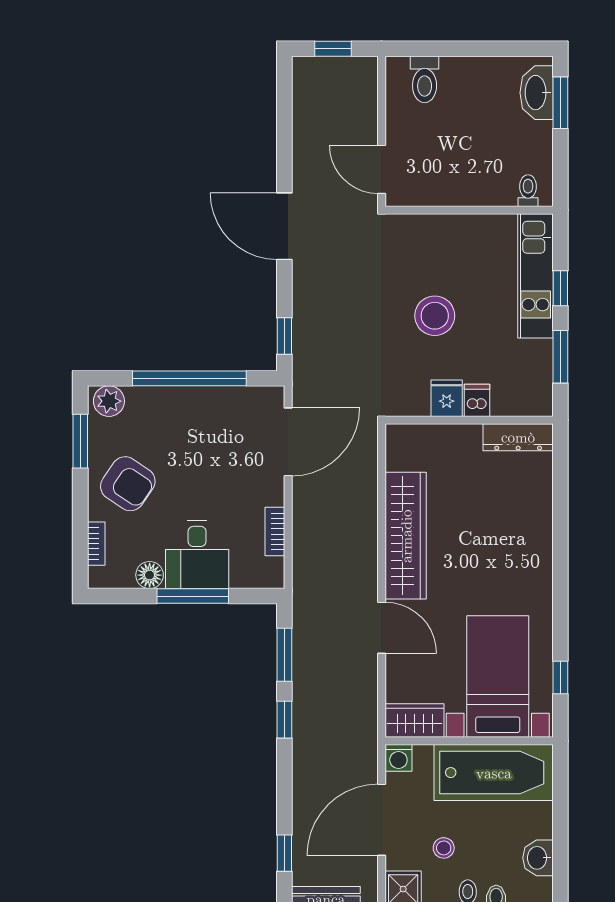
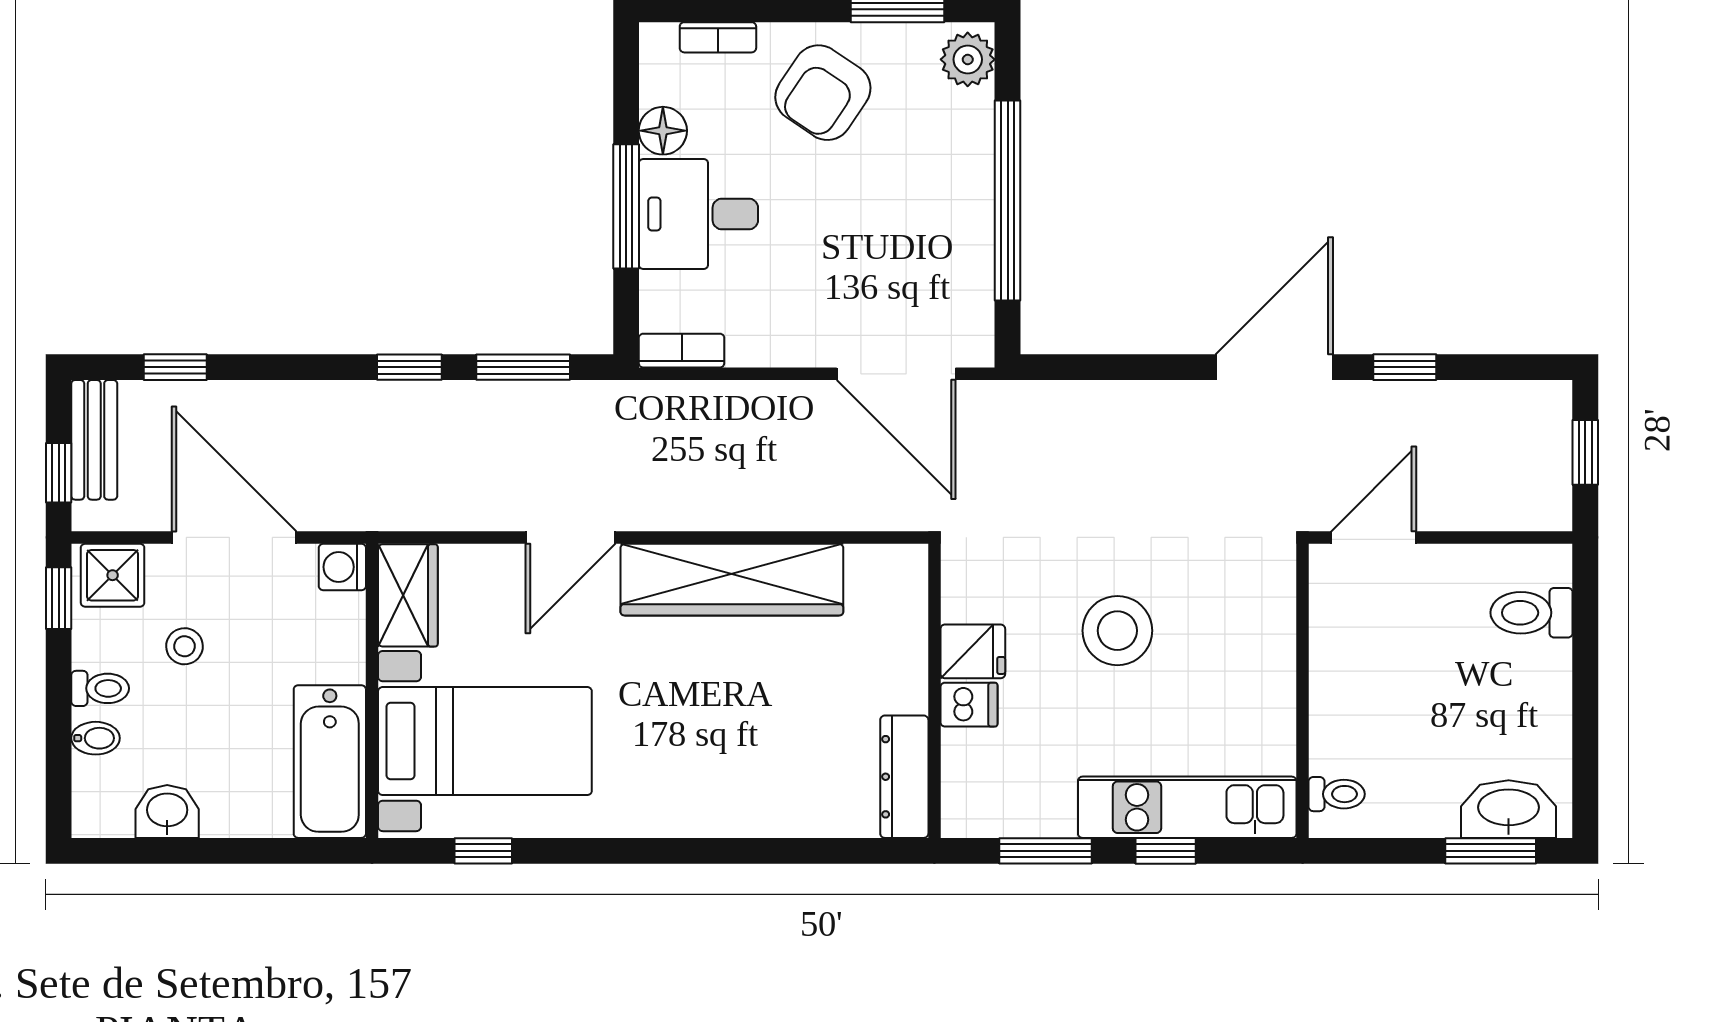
window: (284, 336) -> (1405, 367), moved
bookcase: (275, 531) -> (682, 351), moved
bathtub: (494, 773) -> (330, 762), width x0.73, depth x0.73

